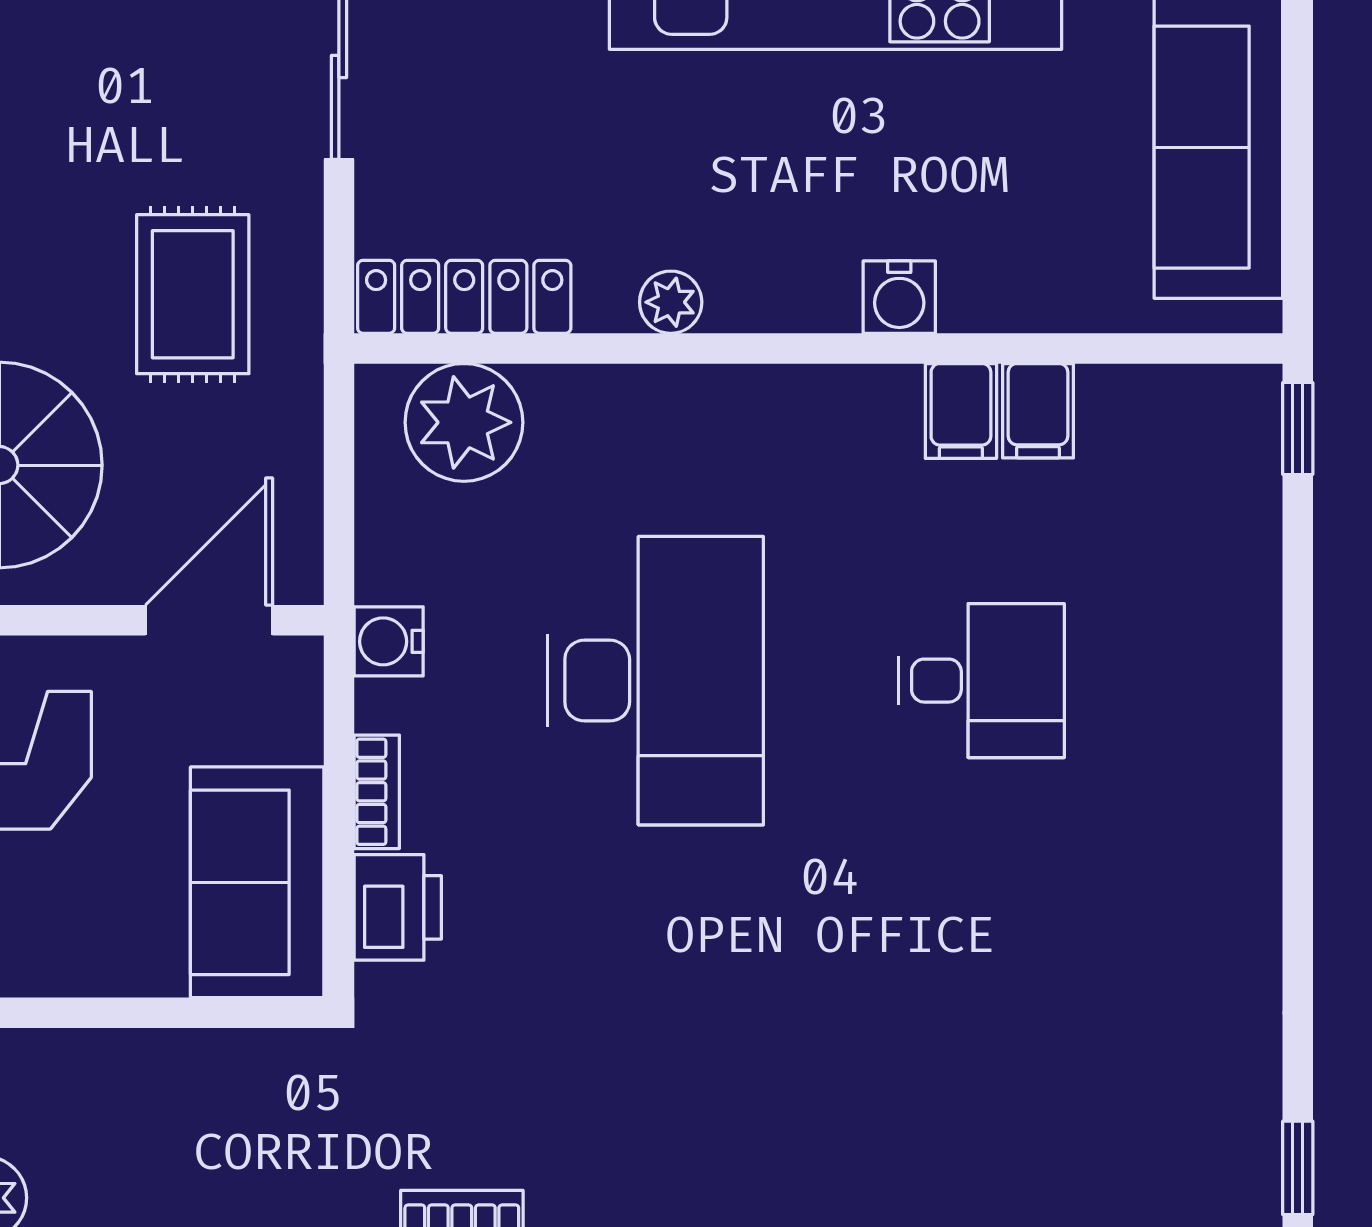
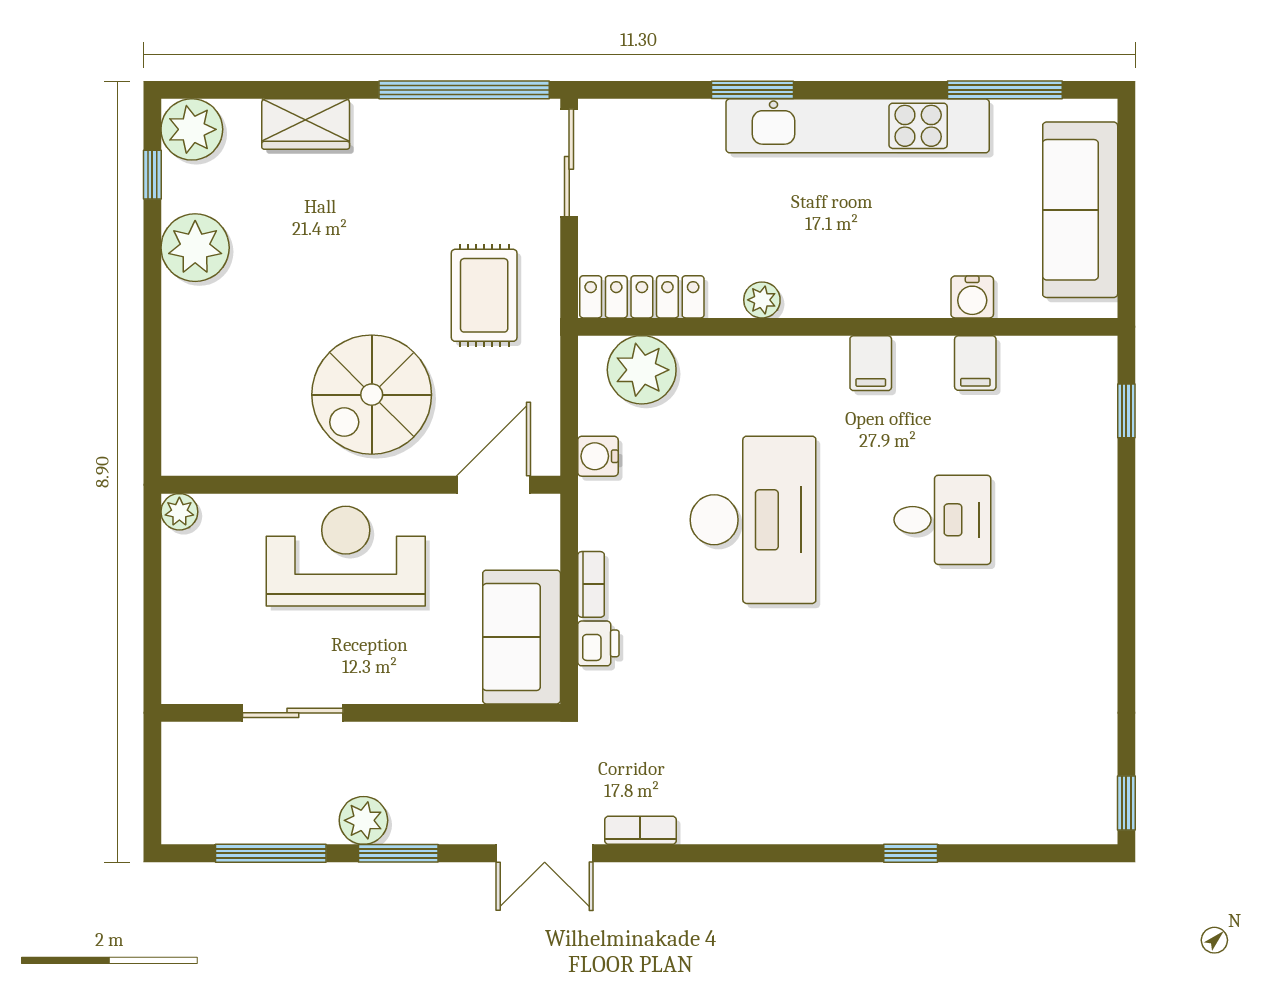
water cooler: (899, 297) -> (972, 297), moved
filing cabinet: (961, 411) -> (871, 363), moved
window: (1298, 429) -> (1126, 411), moved
water cooler: (389, 641) -> (598, 456), moved
printer: (398, 907) -> (598, 643), width x0.73, depth x0.81

